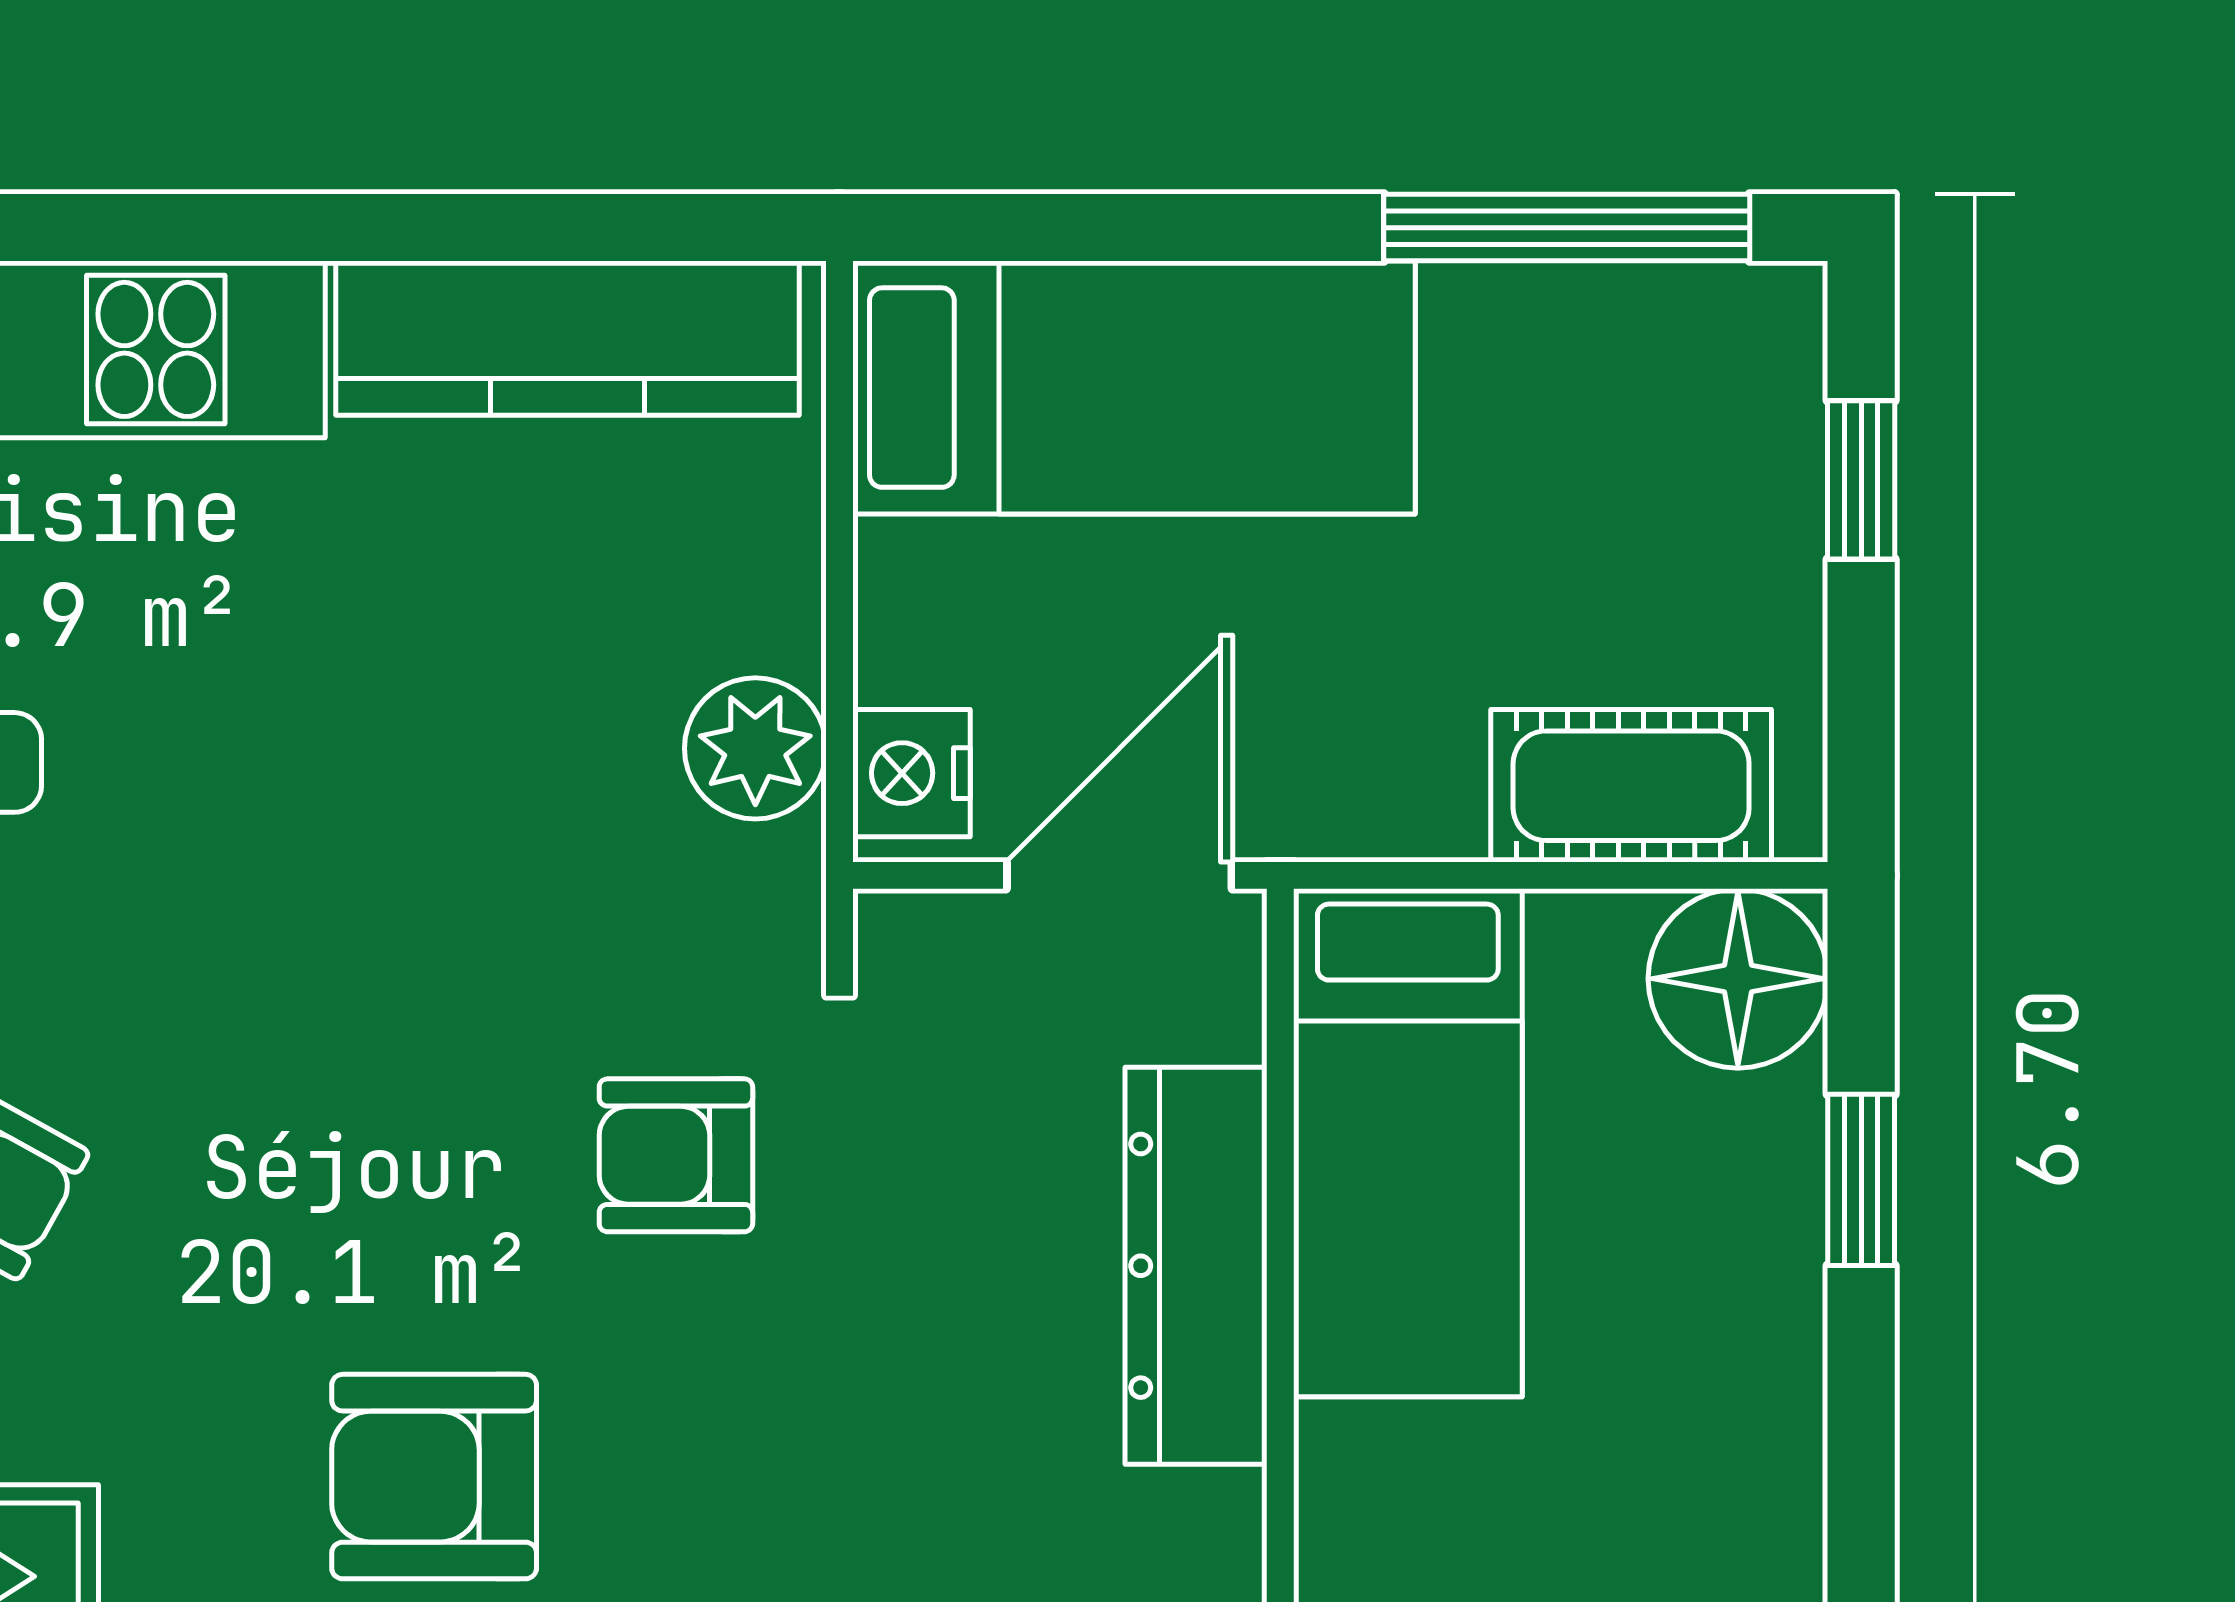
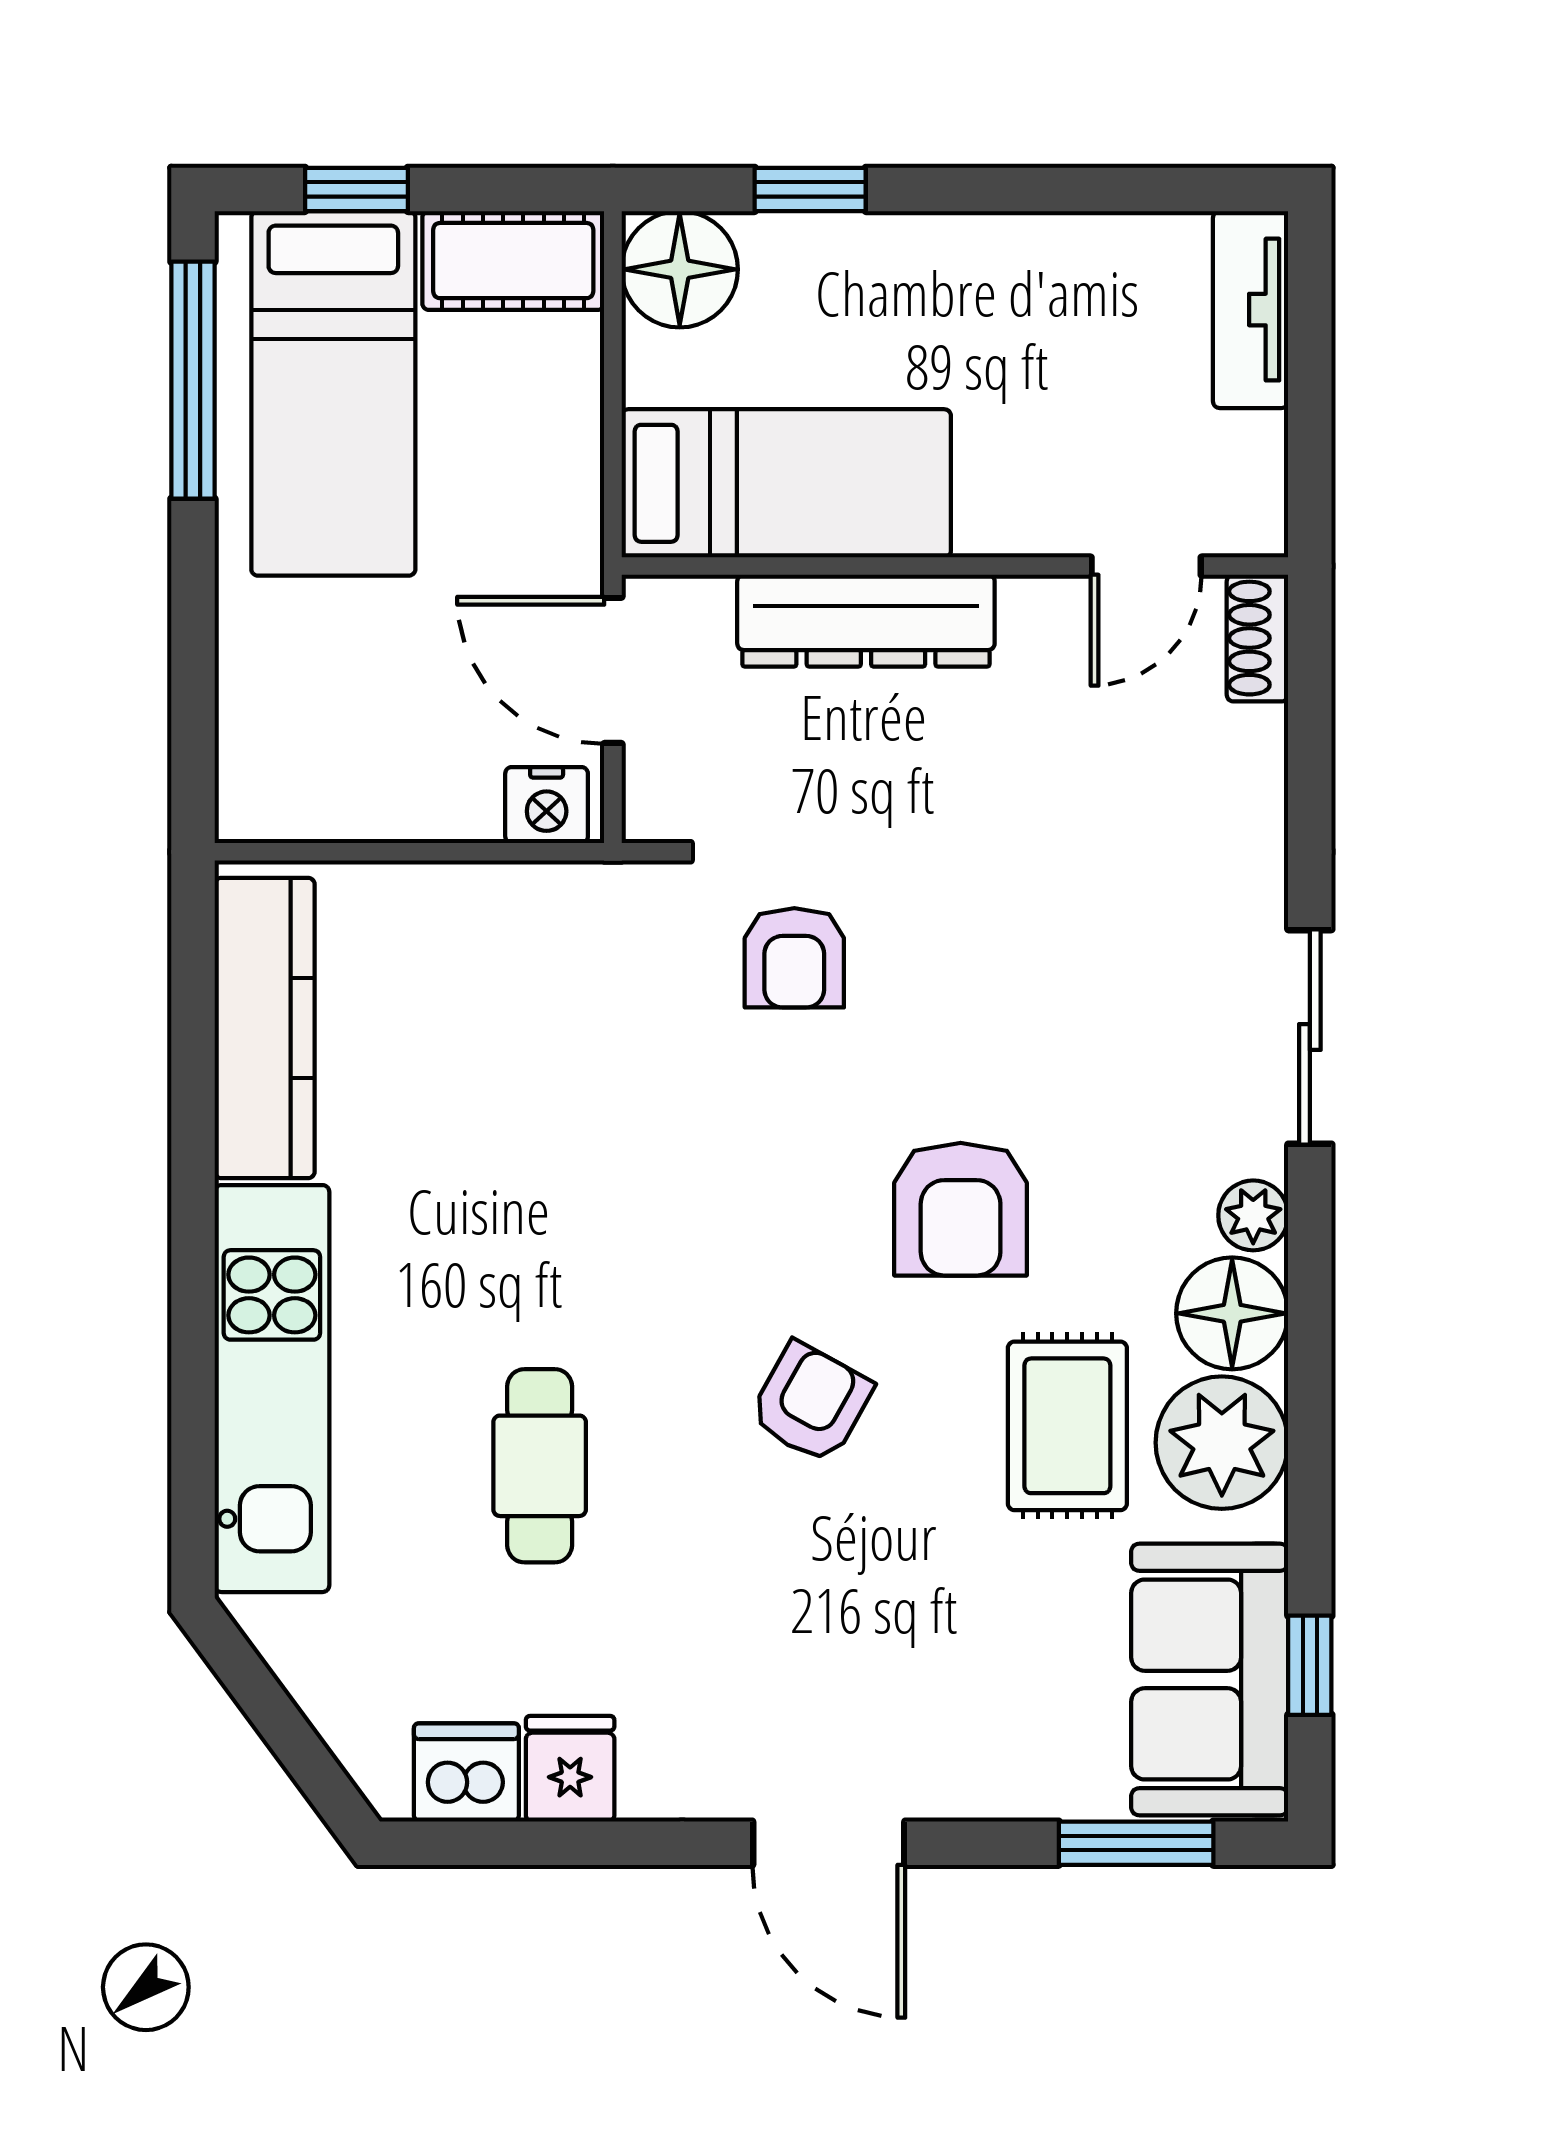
bed: (1134, 388) -> (333, 393), moved, turned 180
plant: (755, 748) -> (531, 906), removed
cot: (1631, 786) -> (513, 261), moved, turned 90
armchair: (434, 1477) -> (961, 1209), moved

